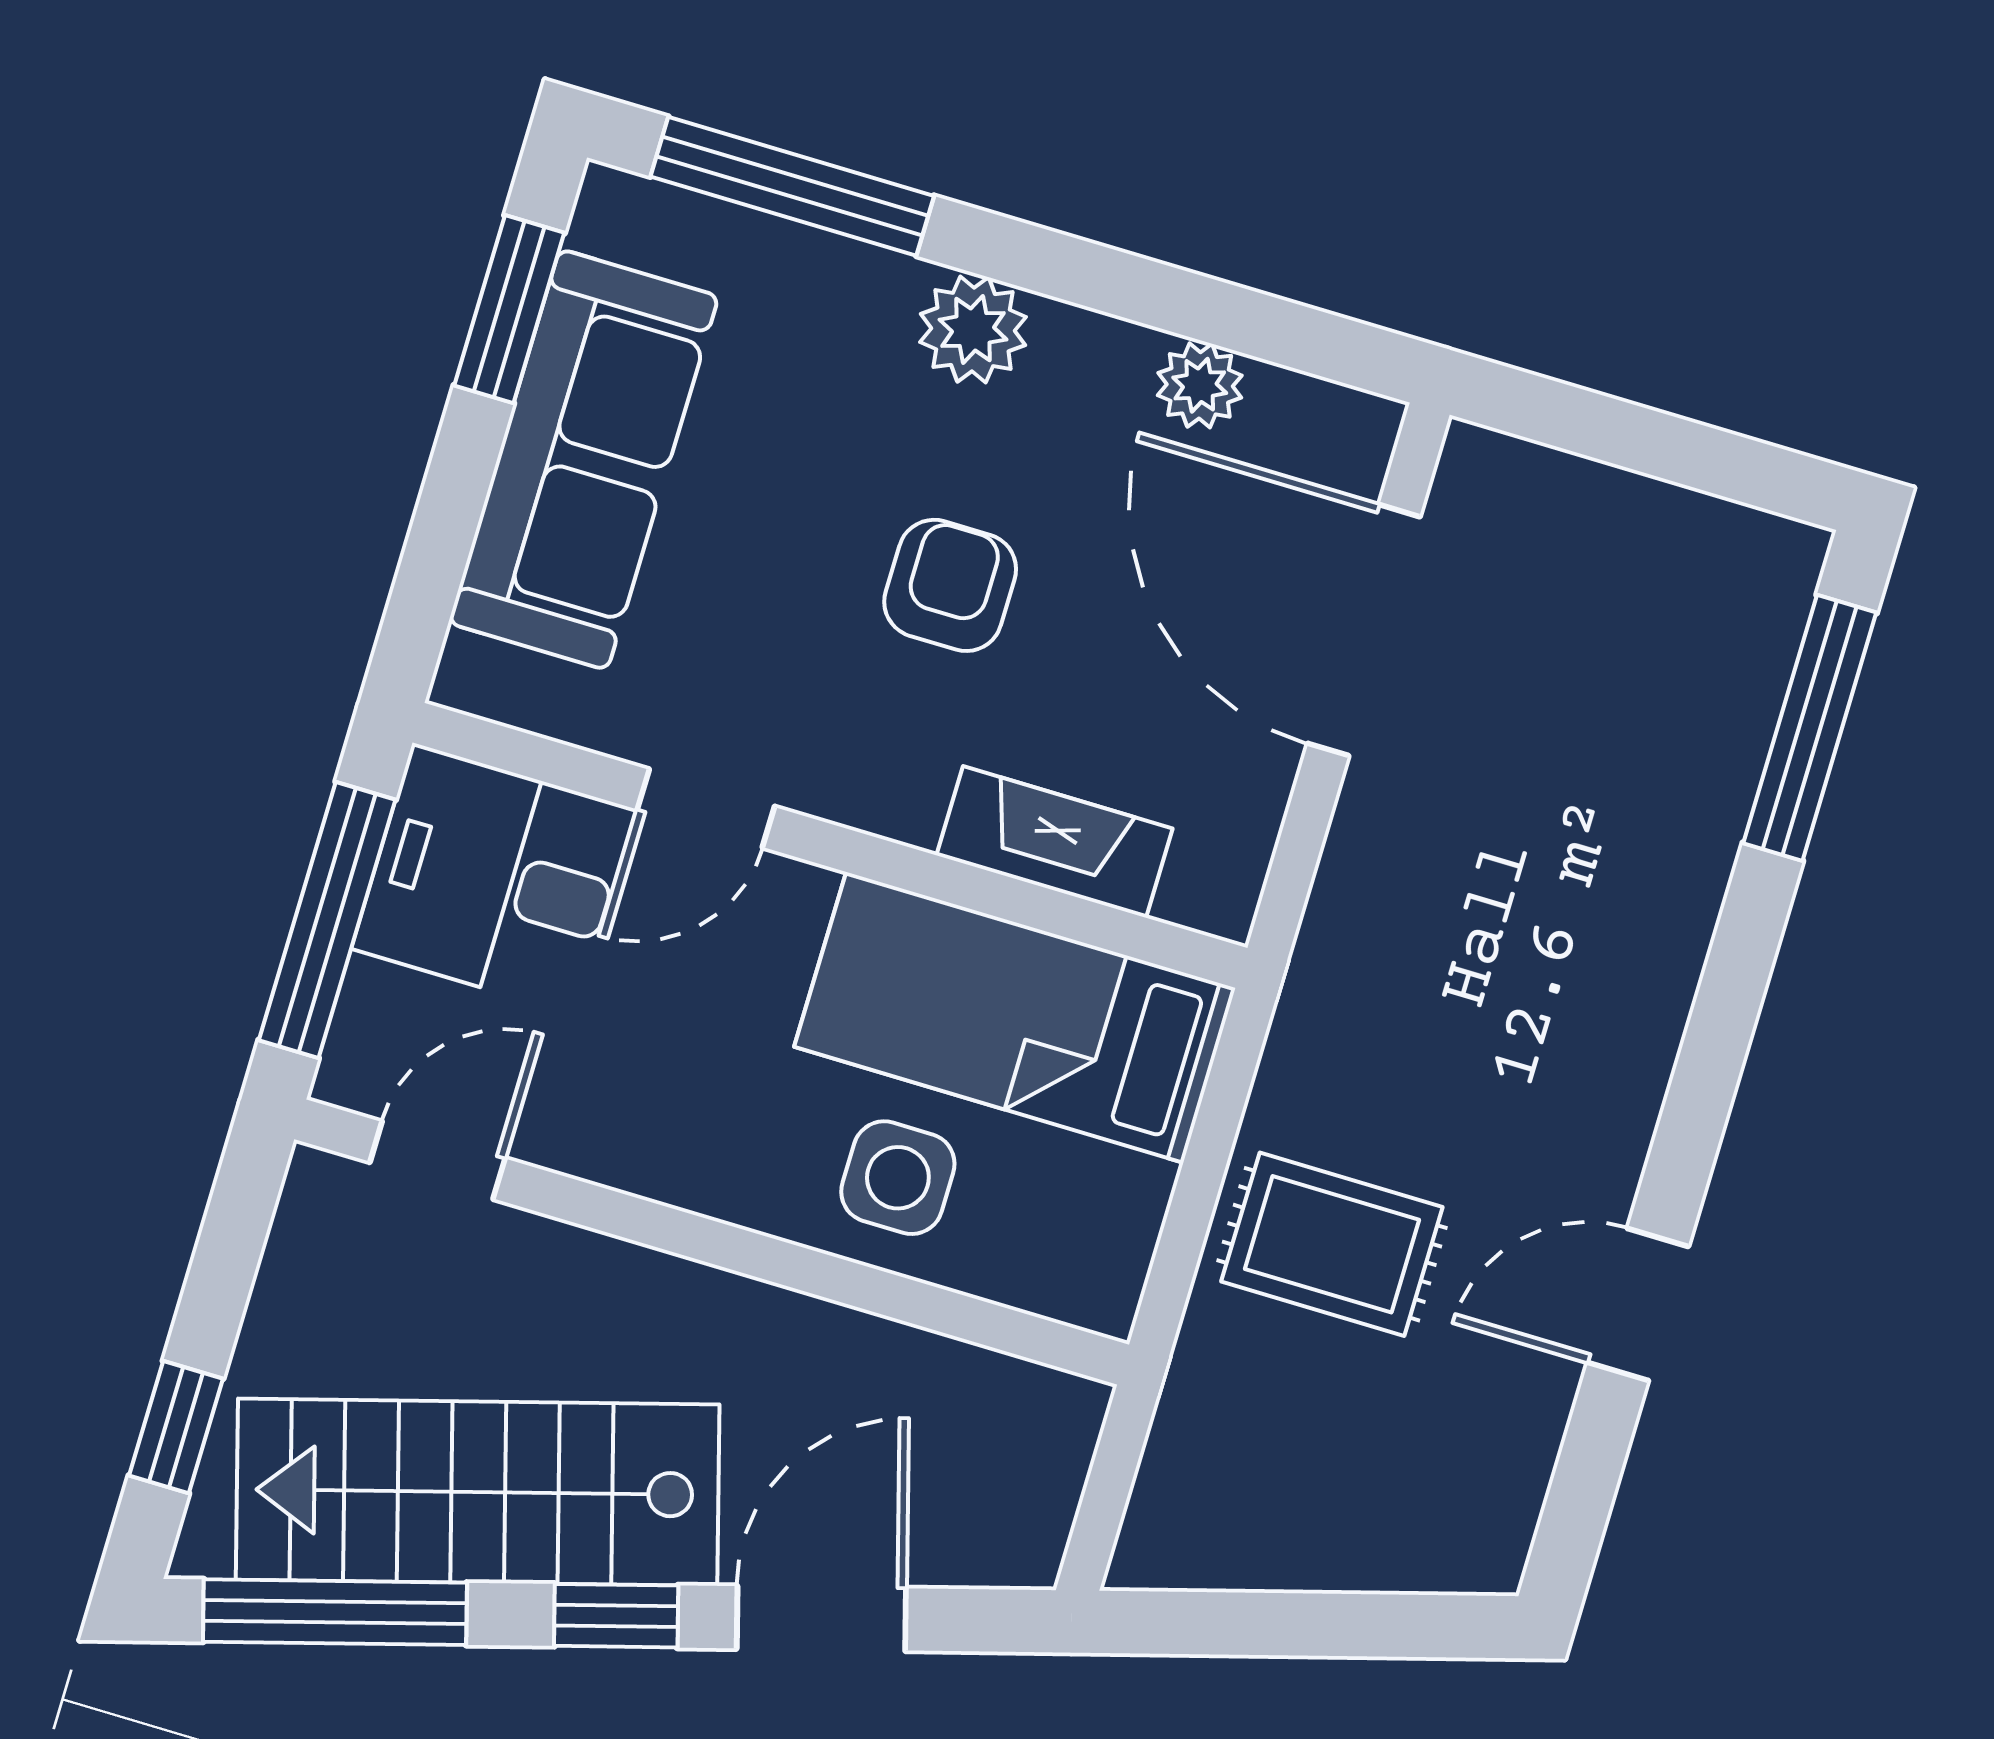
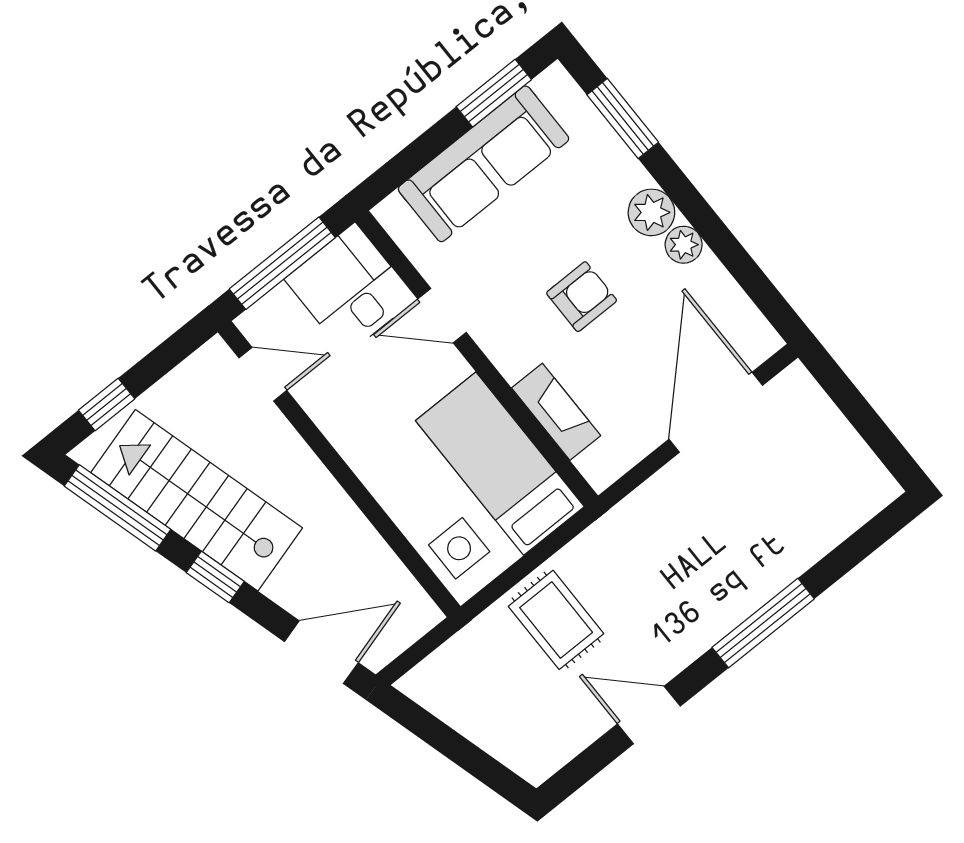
window: (792, 186) -> (623, 118), width x0.69
plant: (1200, 385) -> (684, 245), moved
window: (1810, 728) -> (763, 623), moved
side table: (898, 1178) -> (459, 548), moved
door: (821, 1618) -> (321, 652), moved

